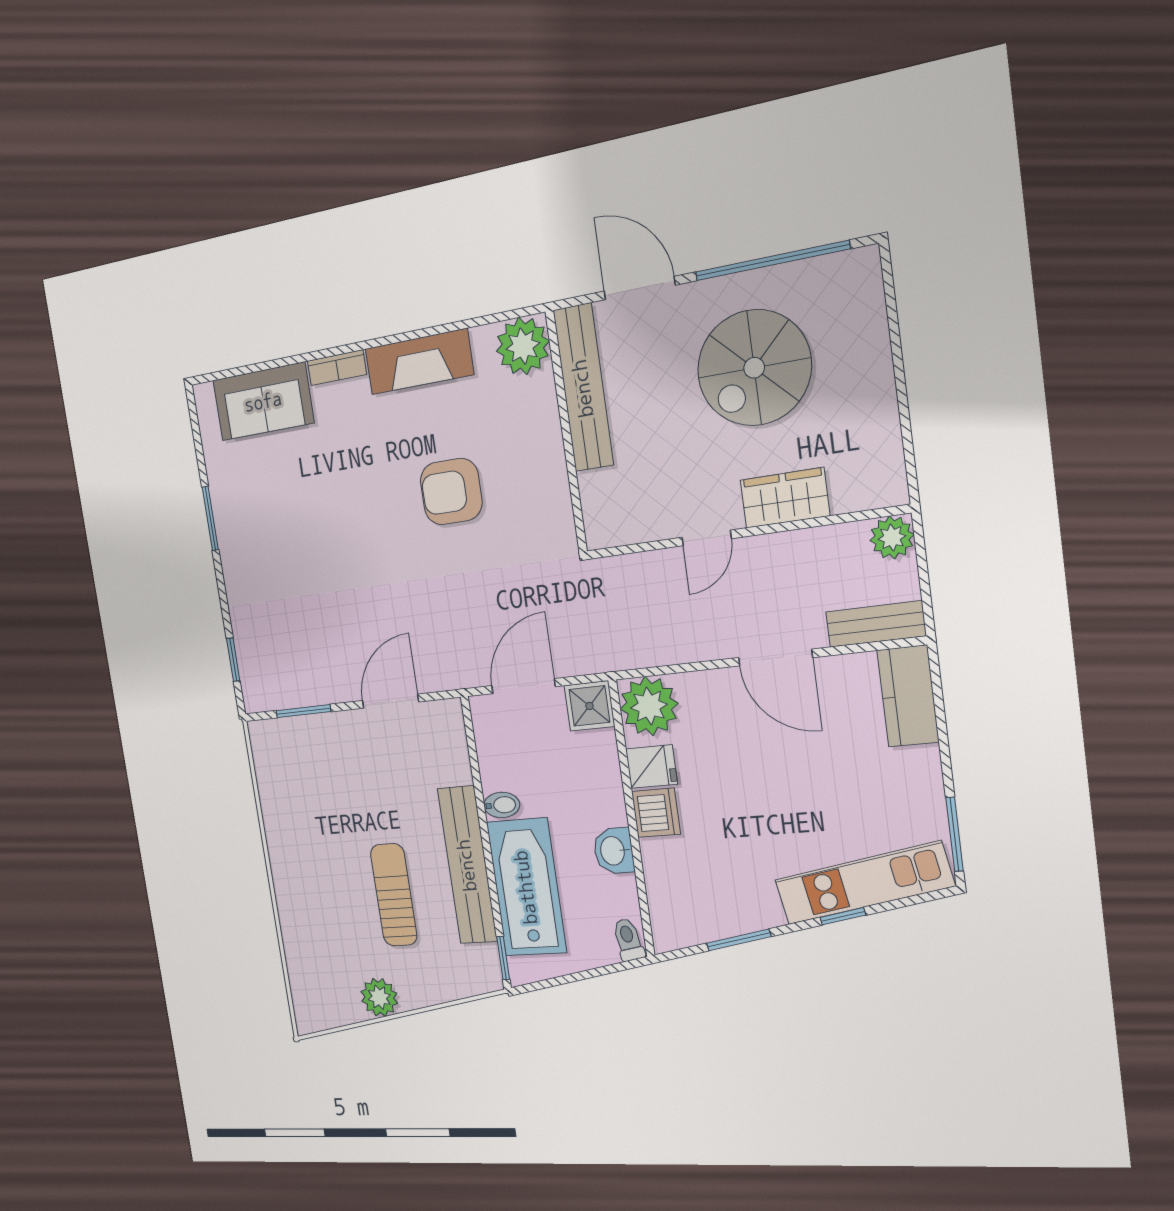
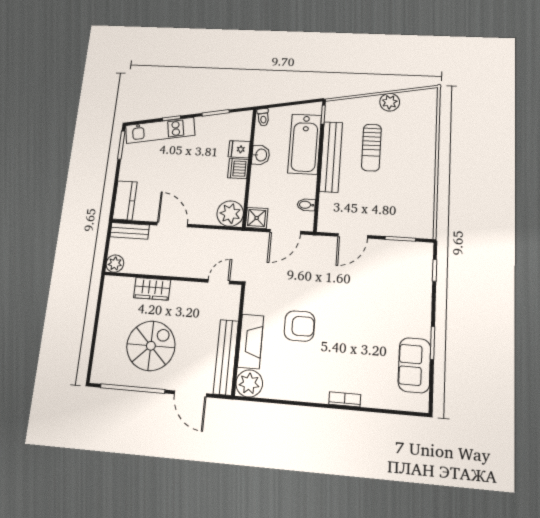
fireplace: (419, 362) -> (251, 341), moved, turned 90
sofa: (263, 402) -> (414, 365), moved, turned -90
door: (707, 538) -> (219, 282), moved
fridge: (651, 767) -> (239, 149), moved
bidet: (502, 805) -> (306, 205), moved

